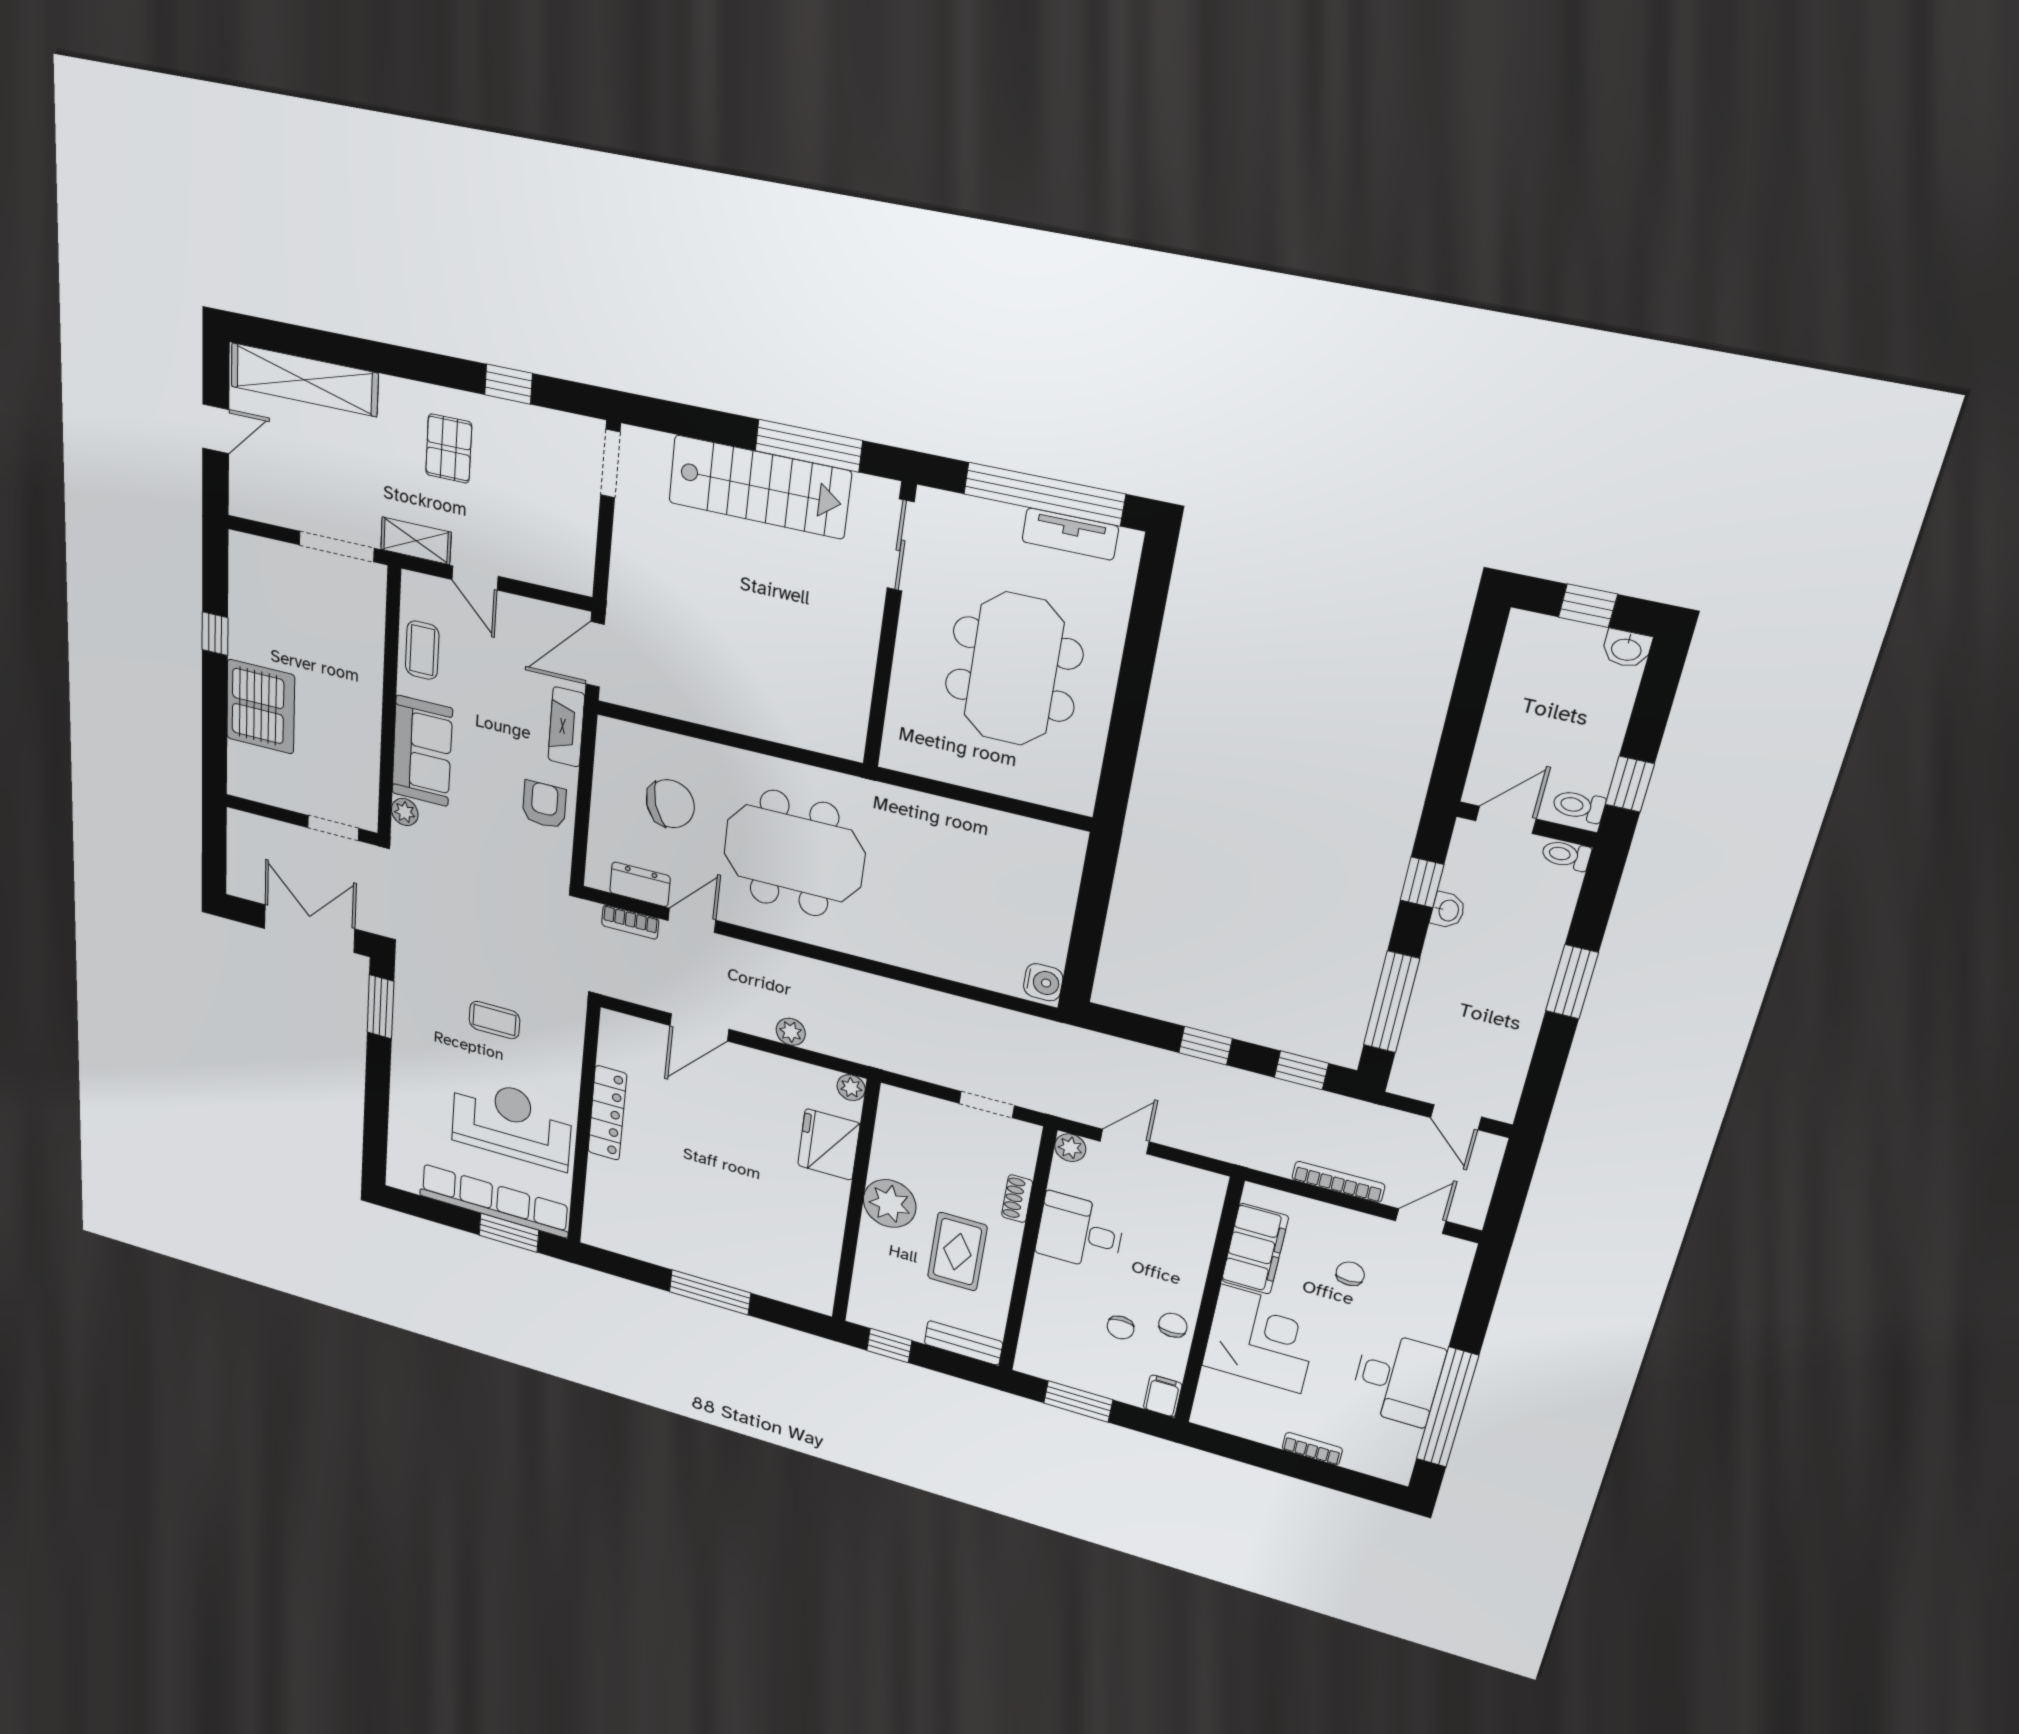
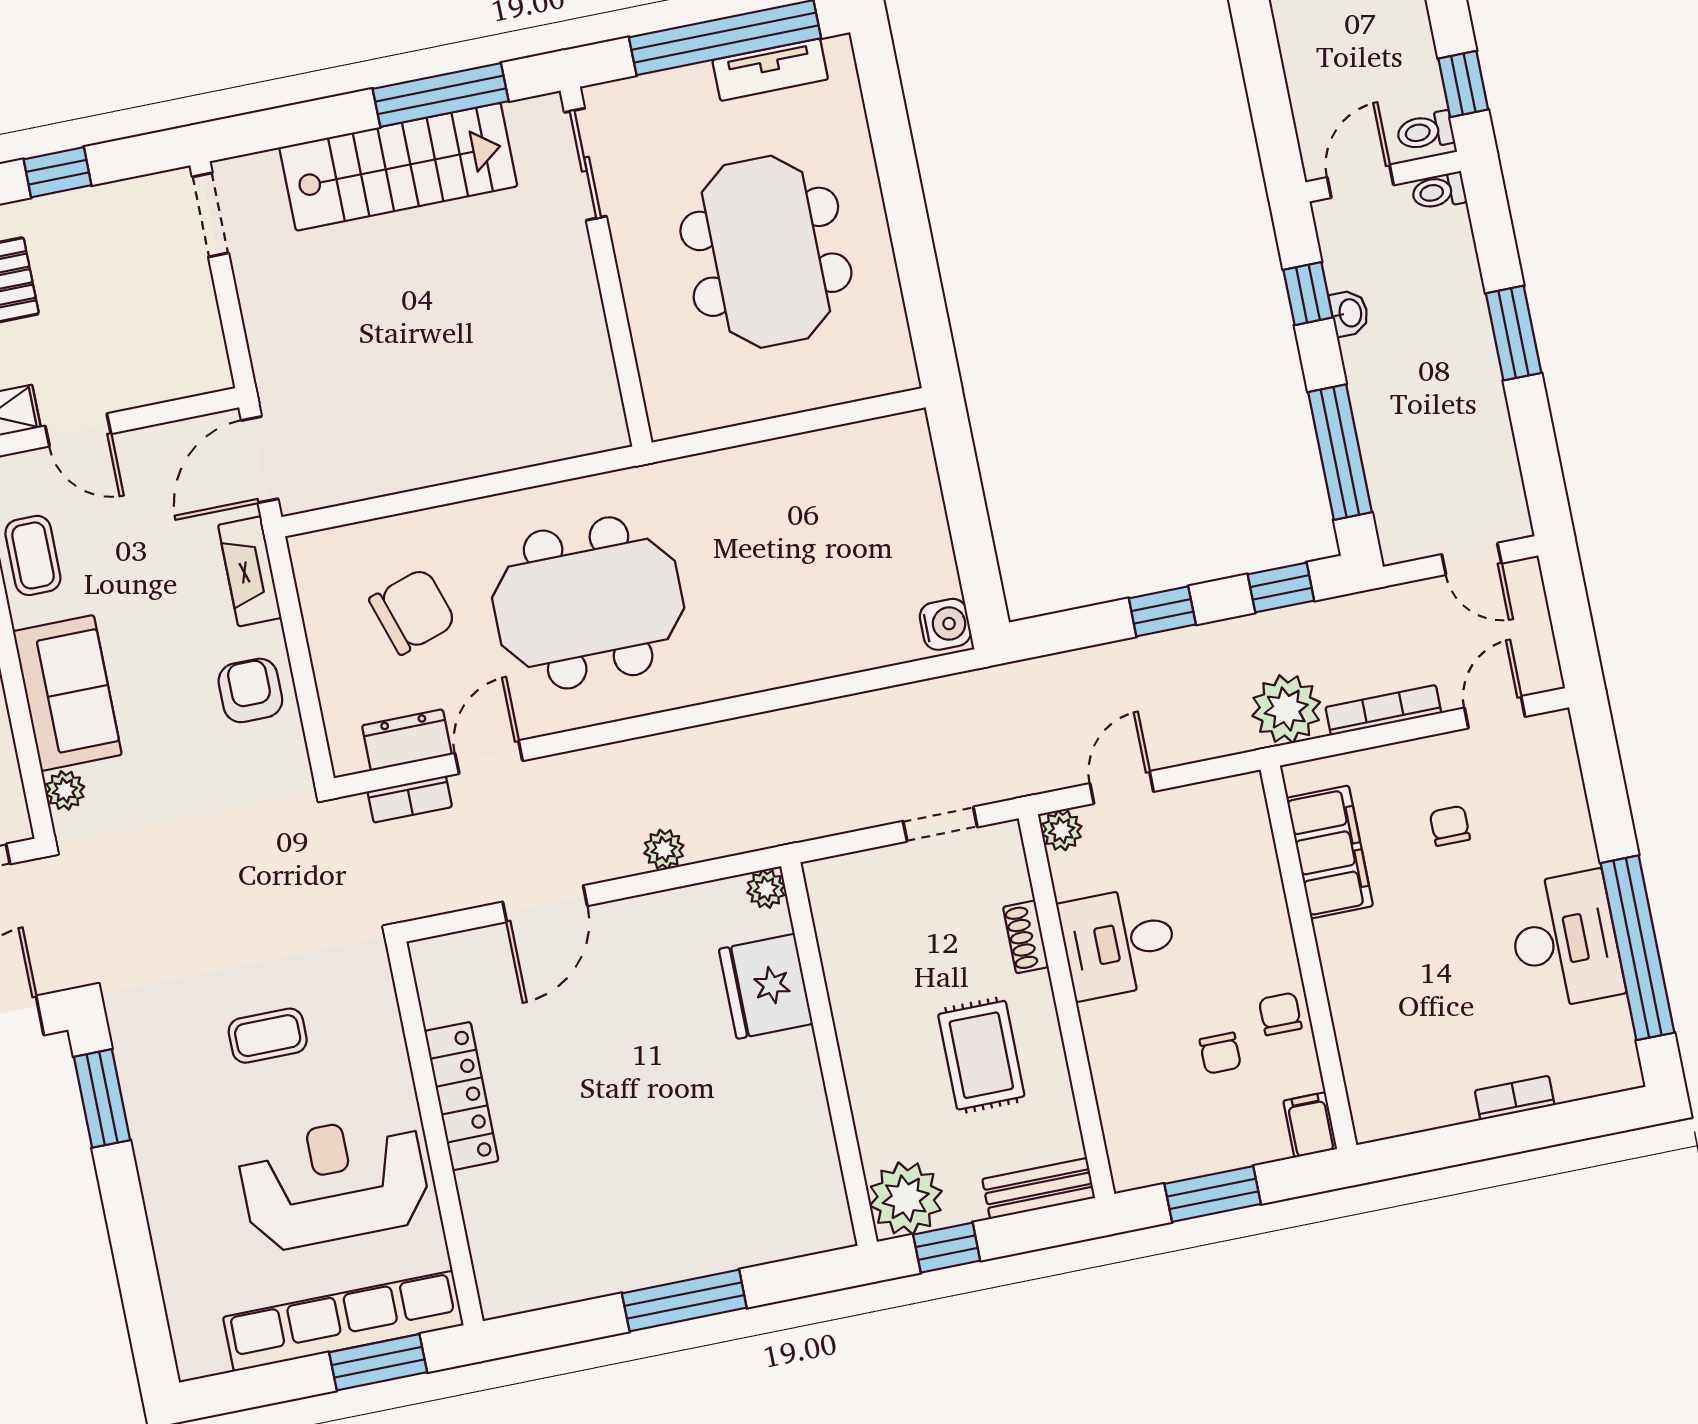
plant: (1267, 1148) -> (1286, 709), added
plant: (890, 1204) -> (906, 1198), moved
corner desk: (1261, 1339) -> (1389, 974), removed

